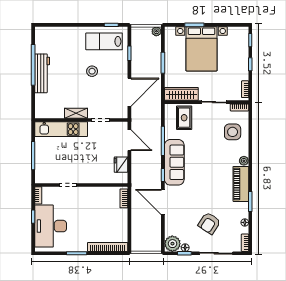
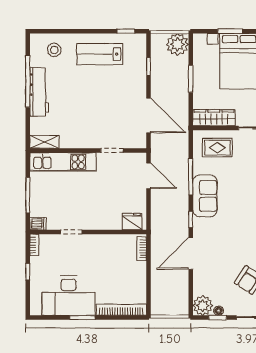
plant: (156, 31) -> (177, 44), width x1.87, depth x1.87
lab bench: (104, 41) -> (100, 54), moved
stool: (92, 71) -> (54, 50), moved
door: (129, 92) -> (149, 116), hinge flipped
shelving: (76, 113) -> (44, 142), moved
rug: (184, 118) -> (217, 148), turned 90
sofa: (174, 162) -> (205, 196), width x0.73
fridge: (121, 165) -> (132, 221), moved, turned 90
dishwasher: (41, 178) -> (38, 224), added
door: (163, 202) -> (191, 253), hinge flipped
desk: (51, 226) -> (69, 296), moved, turned -90

